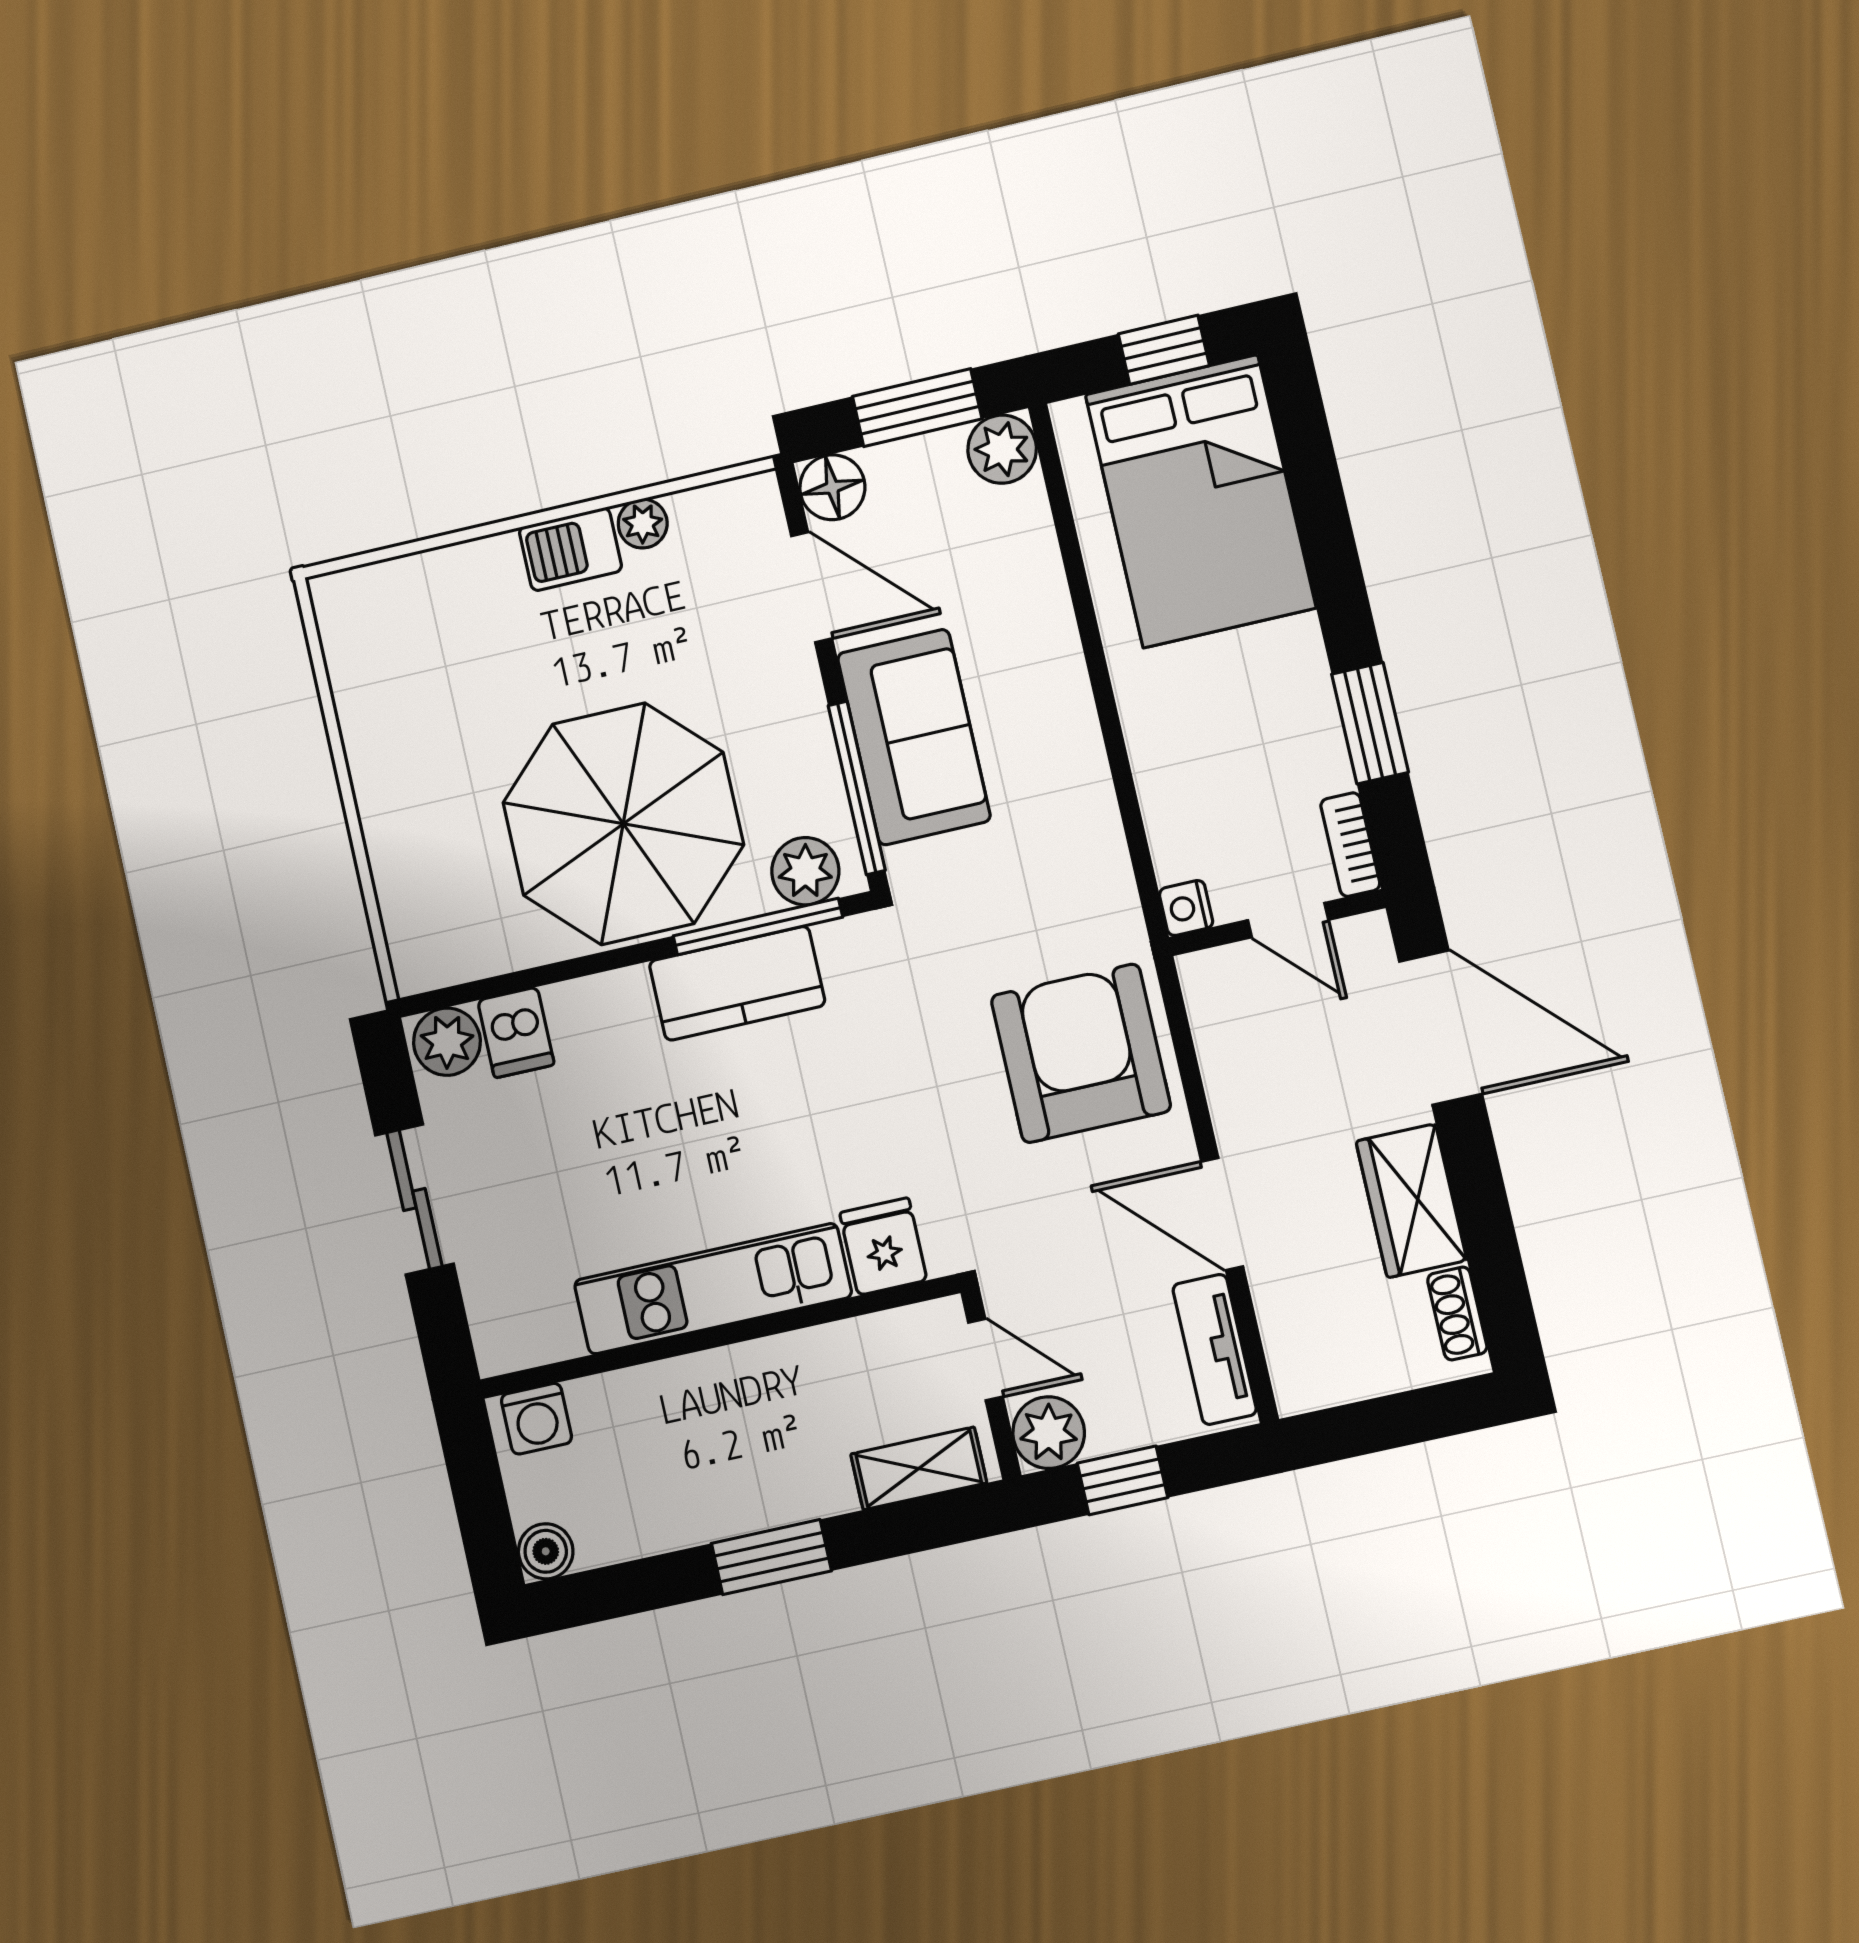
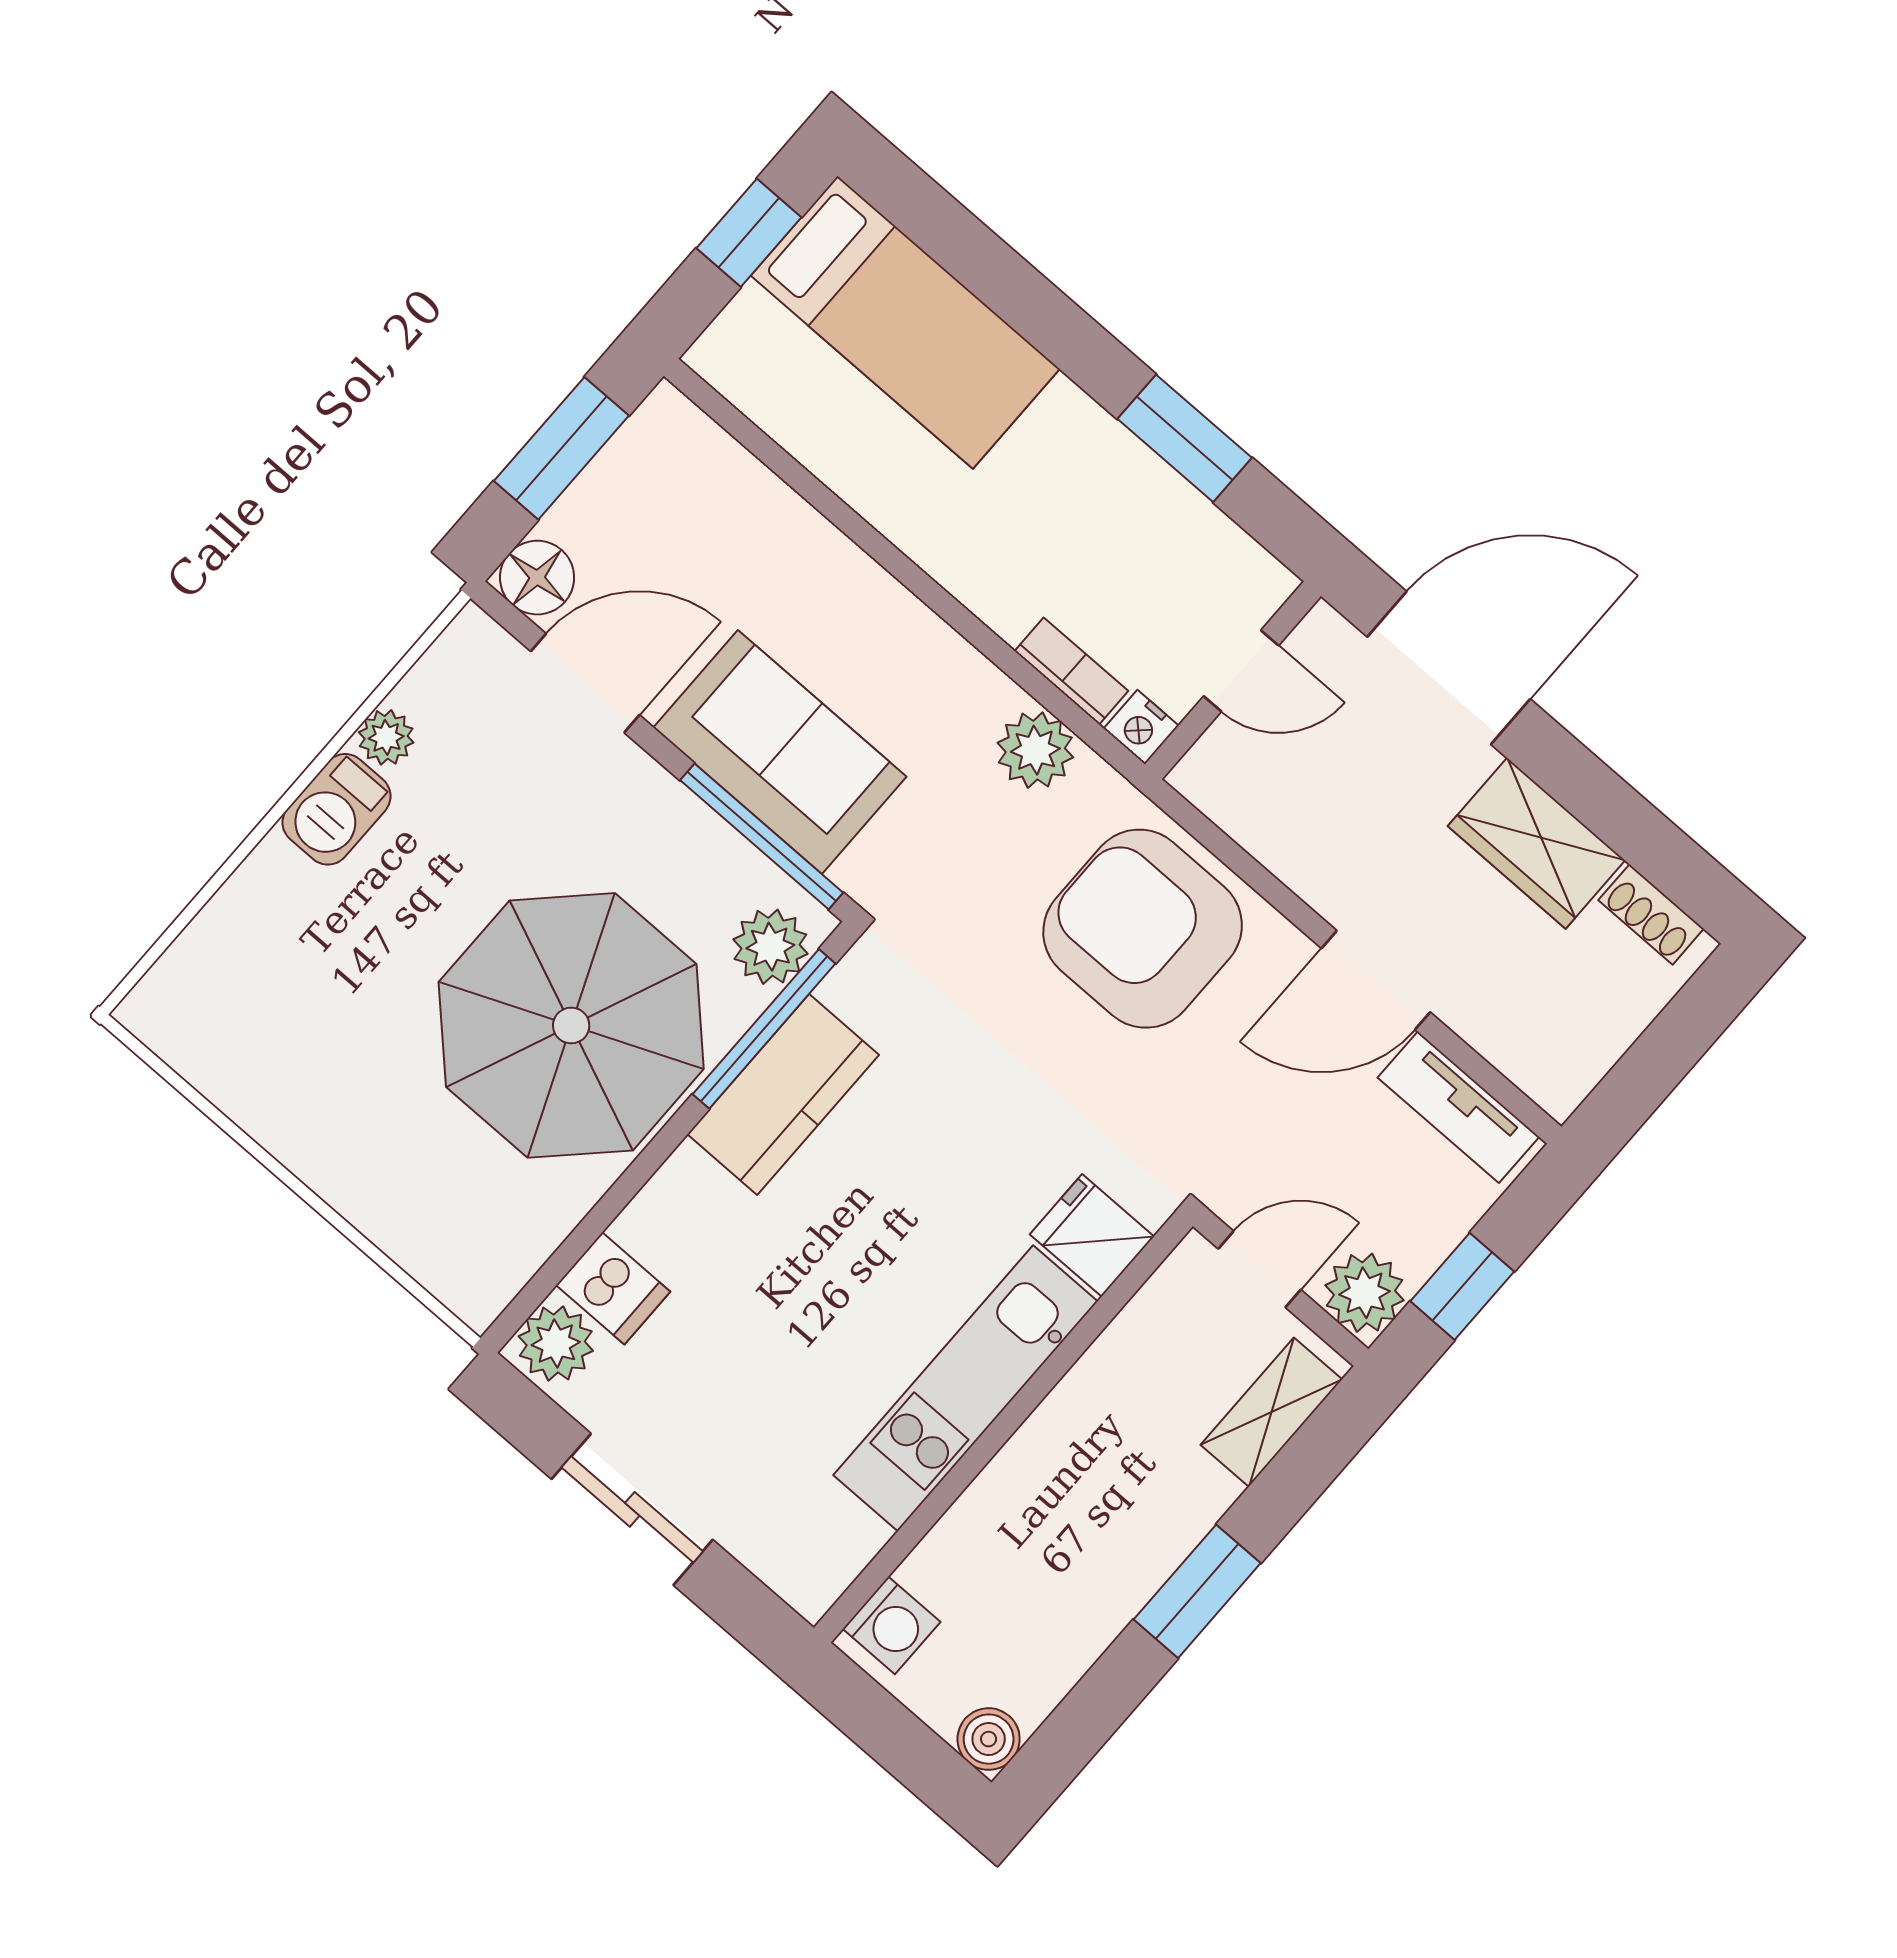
plant: (1002, 449) -> (1035, 750), moved
bed: (1200, 501) -> (905, 322), width x0.67
bookcase: (1350, 845) -> (1071, 671), moved, turned 180

